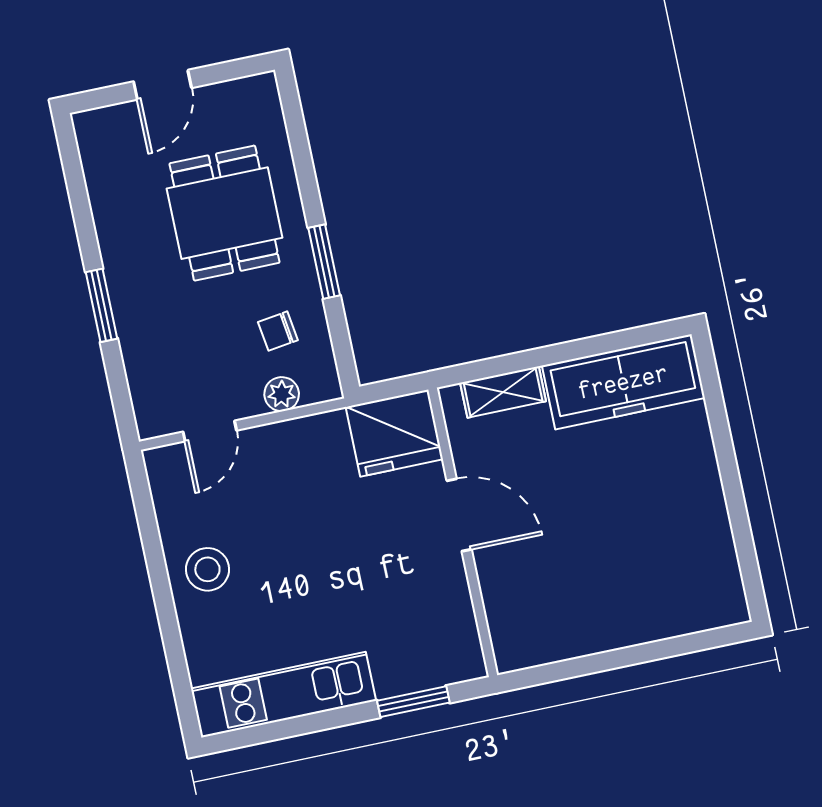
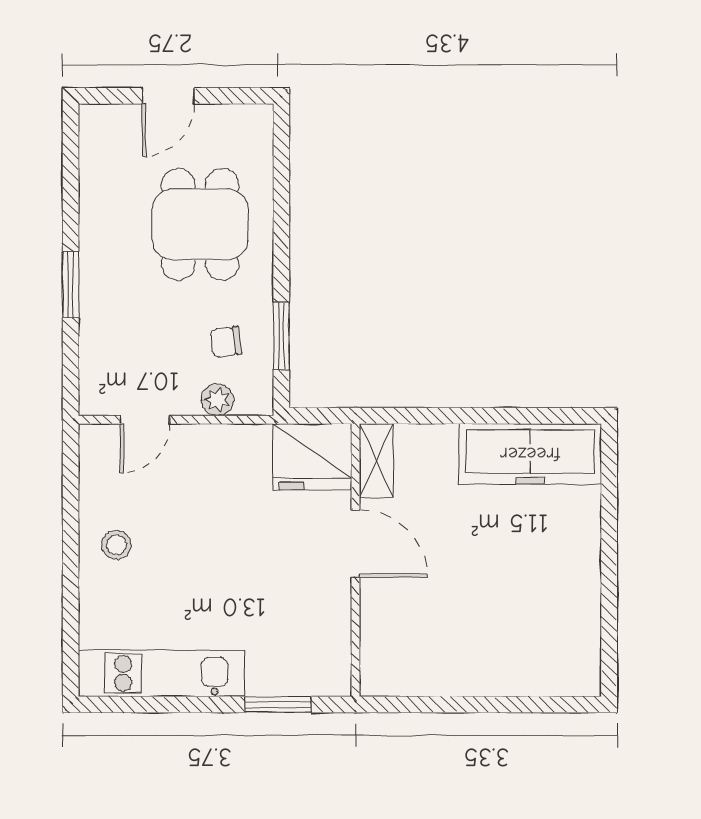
window: (324, 262) -> (281, 336), moved
shelving: (503, 392) -> (376, 461), moved, turned 90
stool: (207, 569) -> (116, 545), width x0.73, depth x0.73

